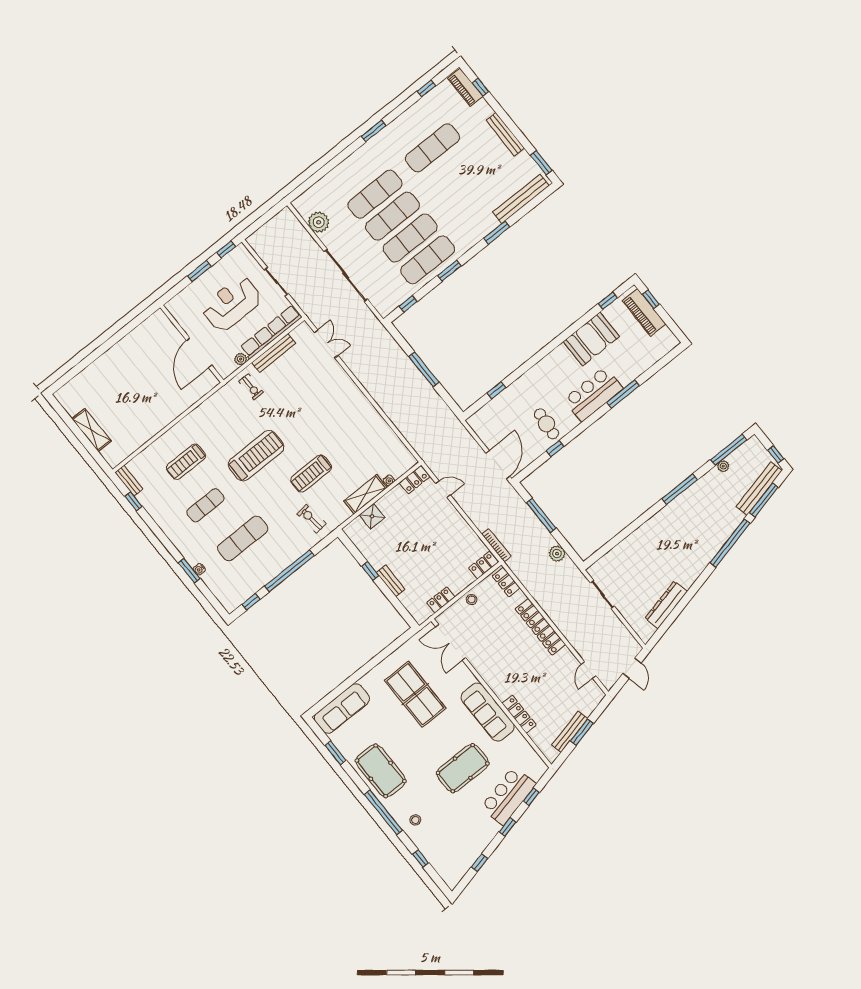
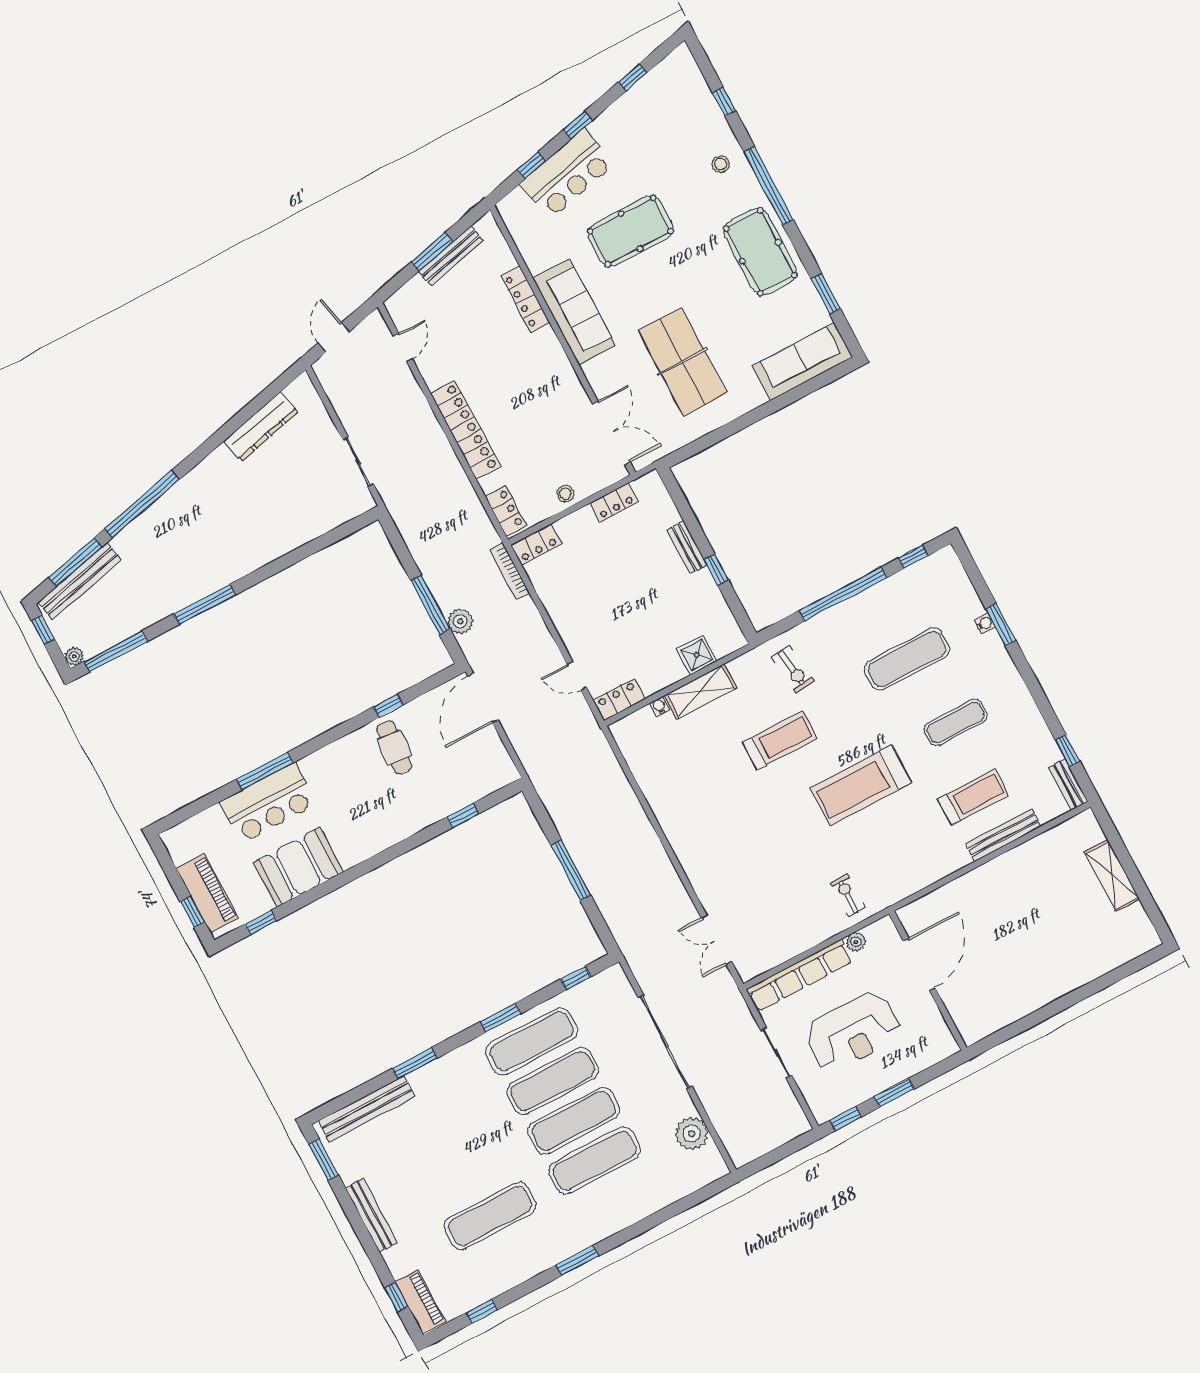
bench: (274, 353) -> (1003, 835), moved
bar counter: (593, 394) -> (268, 803), moved
plant: (723, 466) -> (74, 656), moved
plant: (557, 554) -> (460, 621), moved

